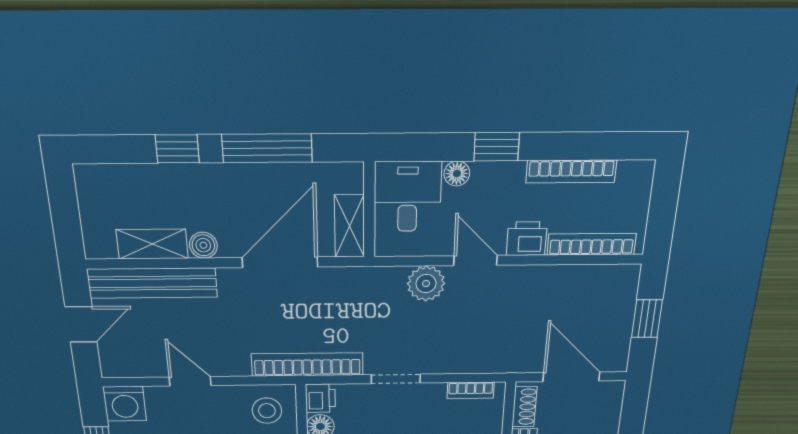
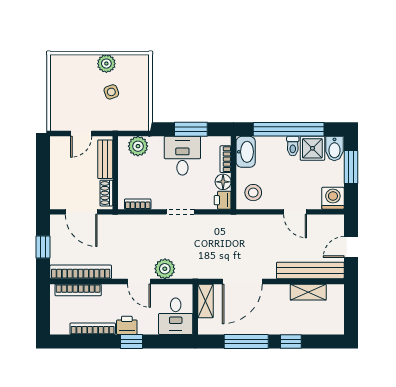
floor lamp: (457, 174) -> (151, 328), removed
printer: (527, 239) -> (127, 325), moved, turned 180
boiler: (203, 245) -> (282, 291), removed
bookcase: (307, 364) -> (81, 272), moved, turned 180

